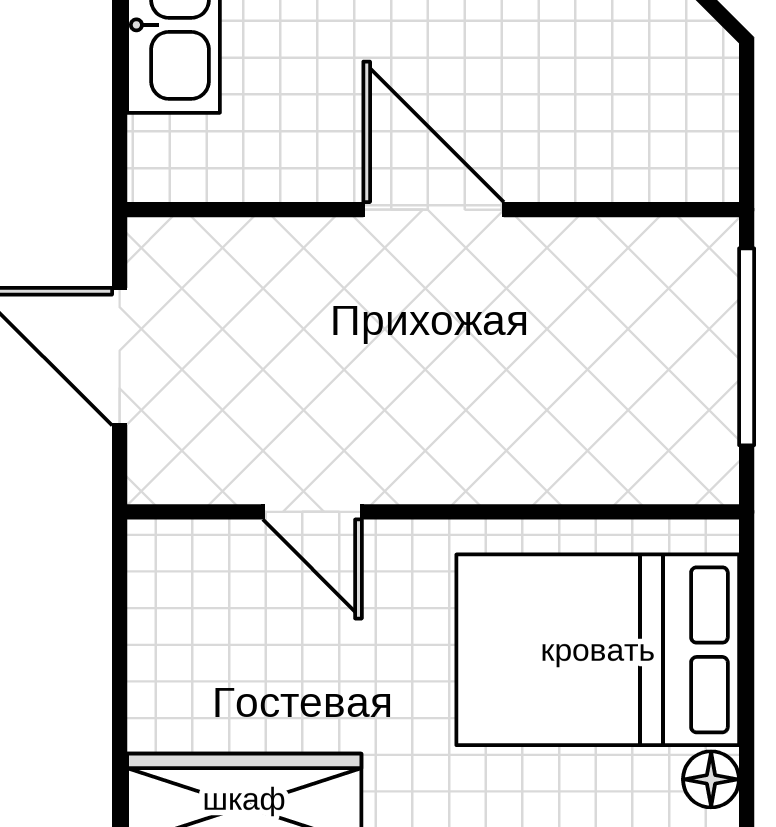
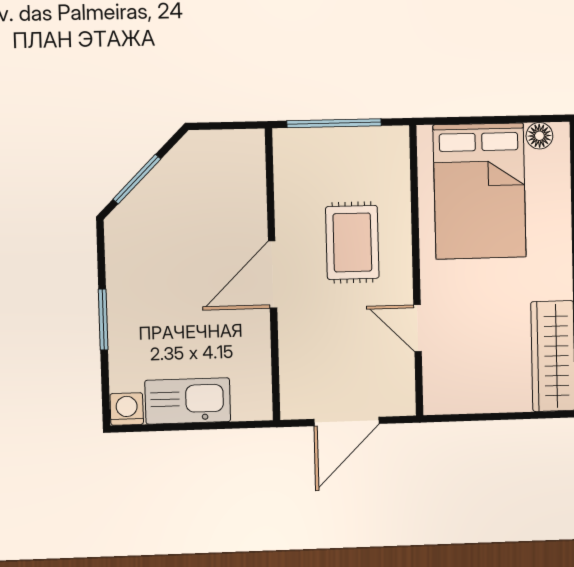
rug: (496, 379) -> (352, 242), added
door: (312, 512) -> (418, 328), swing flipped

